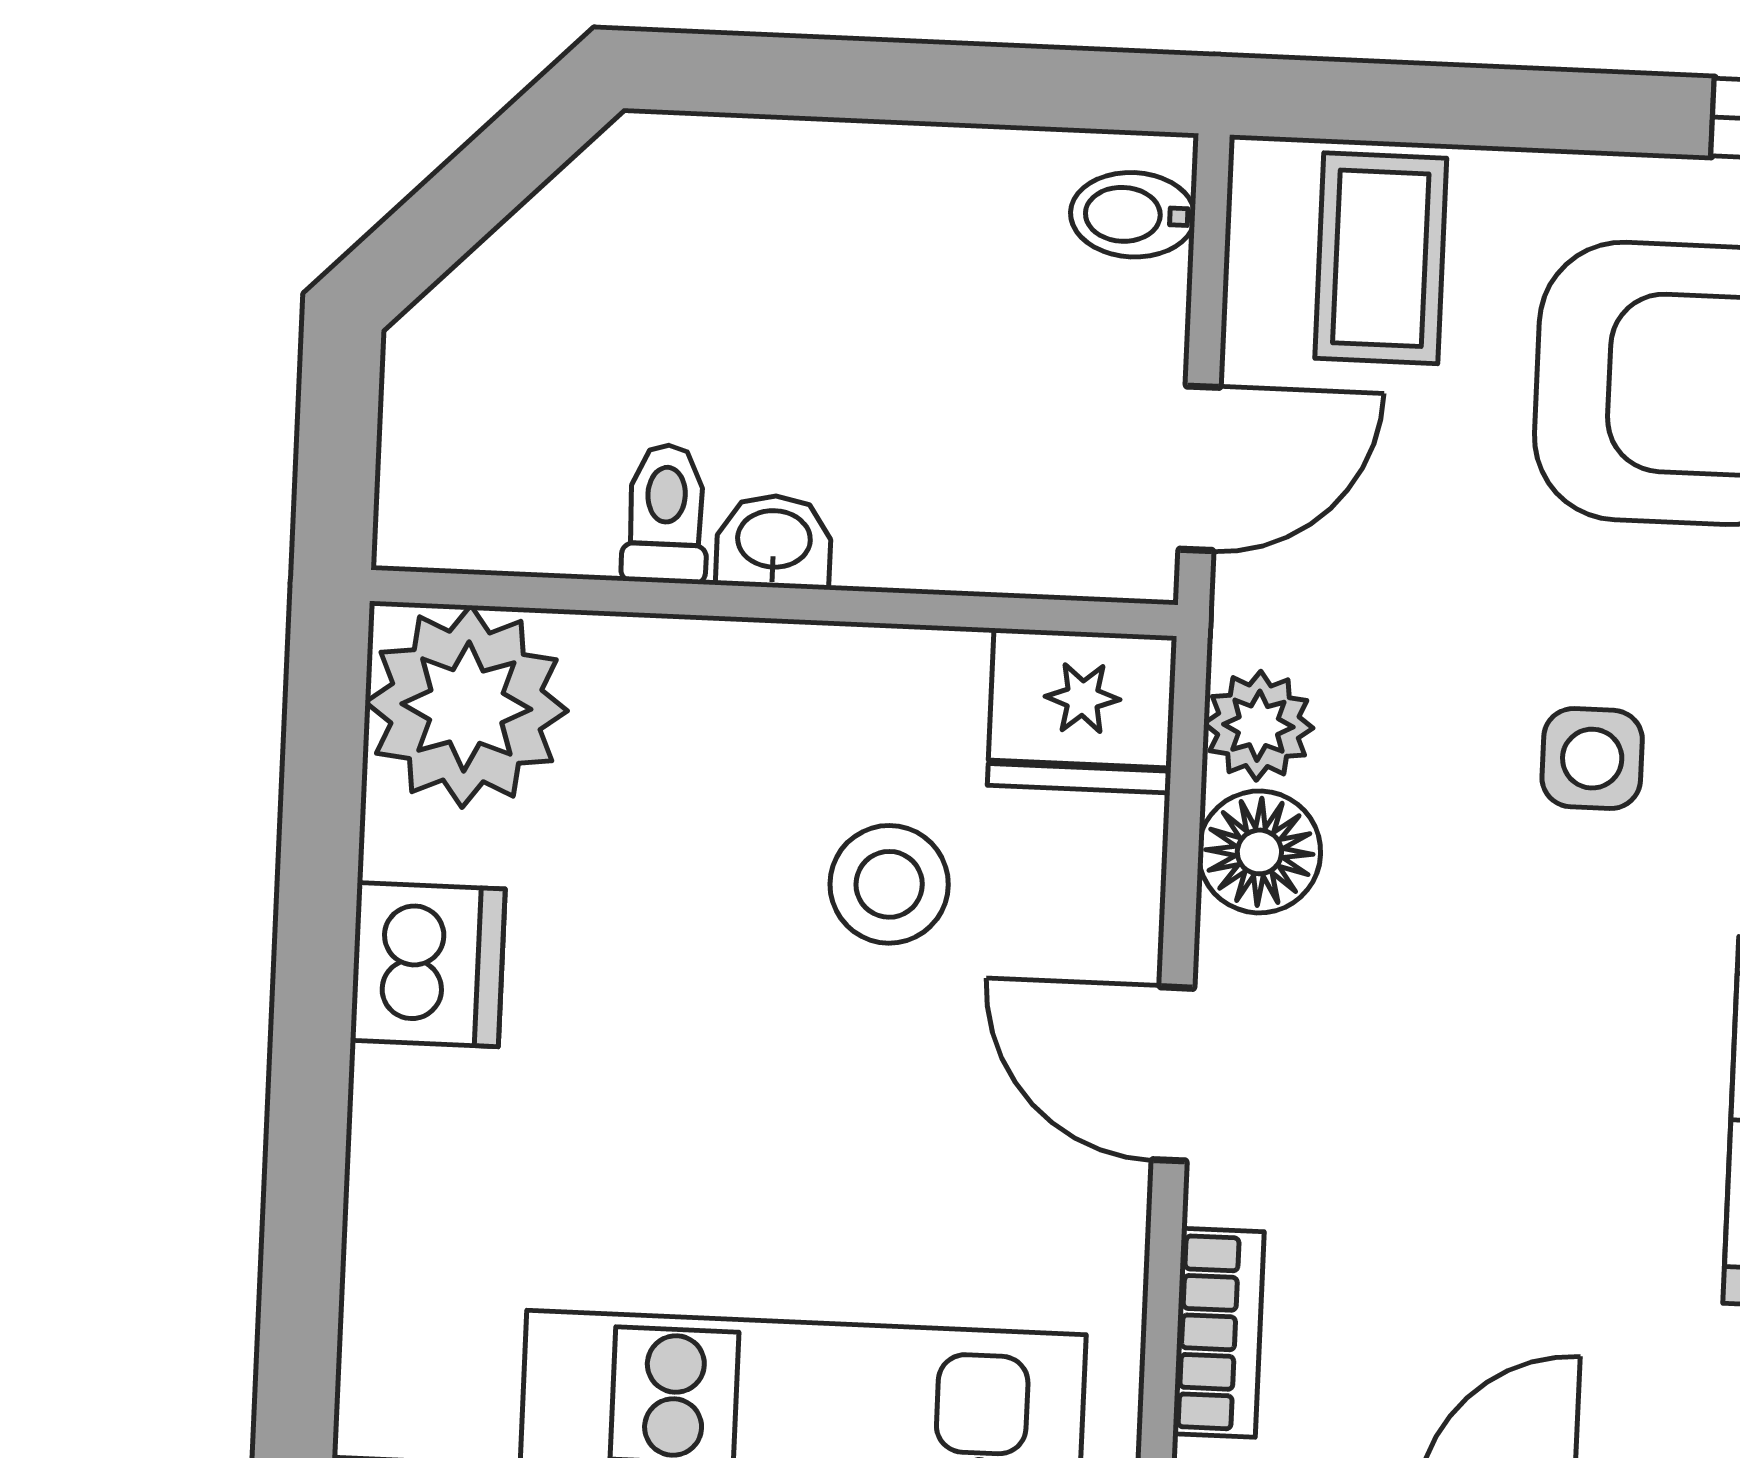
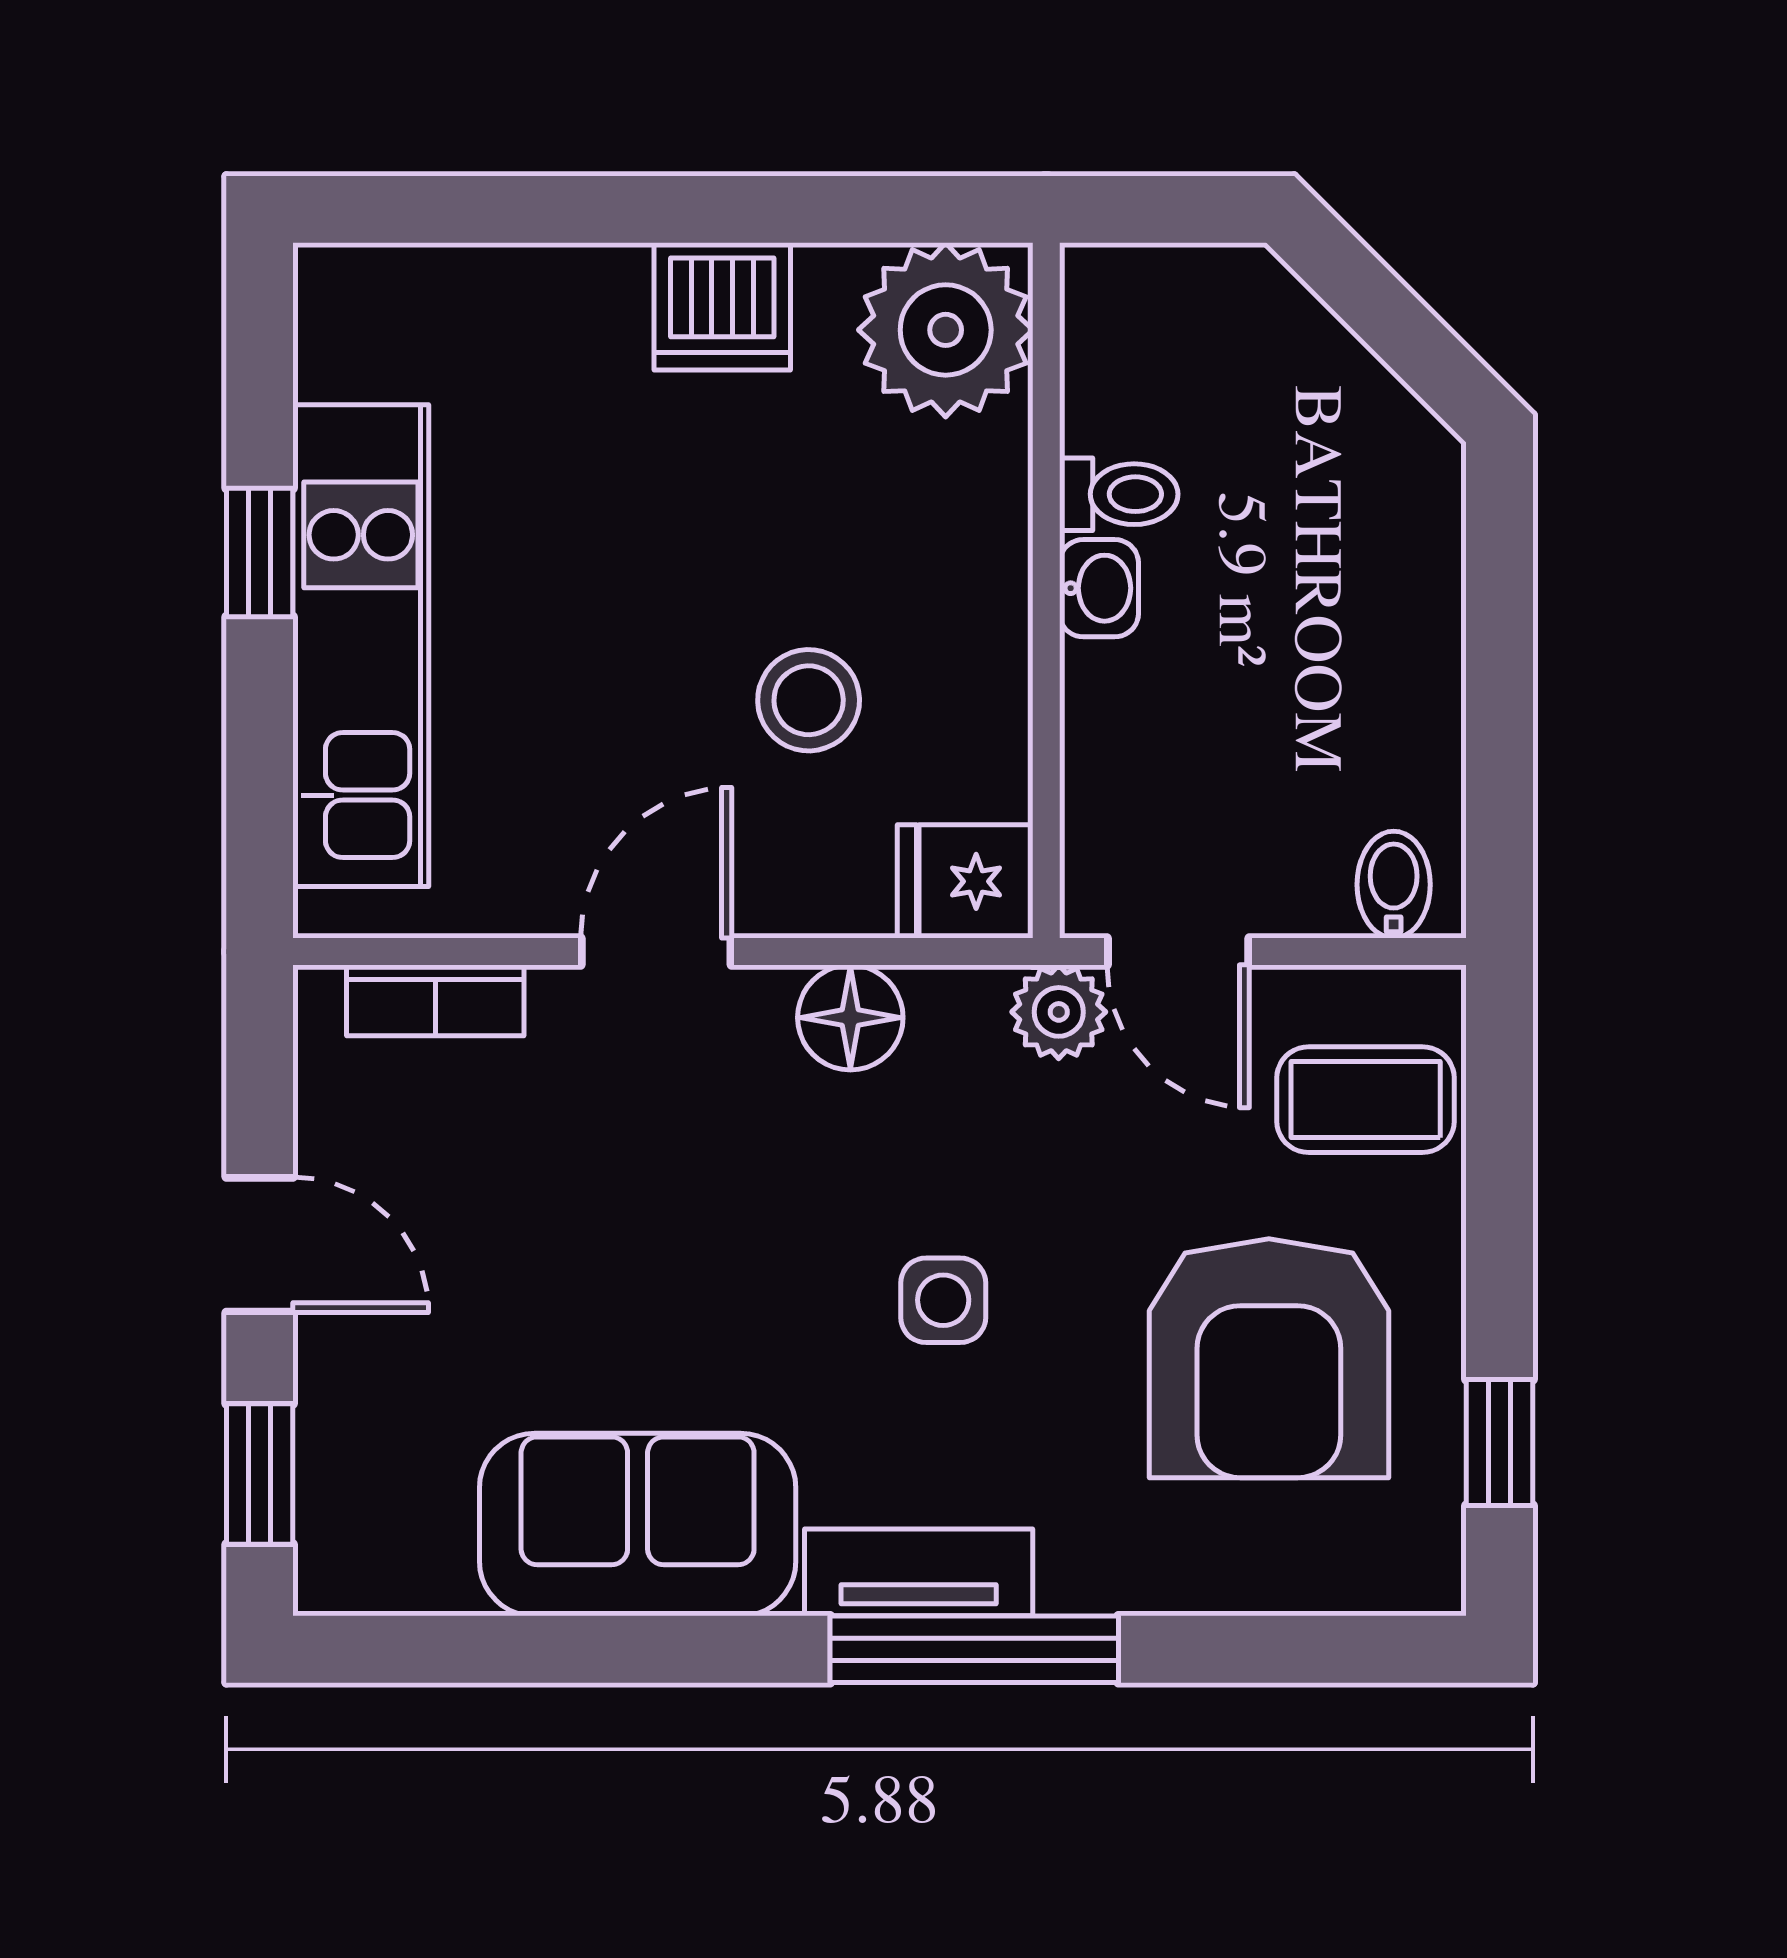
fridge: (1082, 711) -> (965, 881), width x0.72
plant: (1258, 726) -> (1059, 1012), moved

